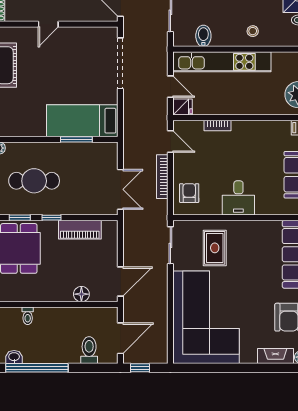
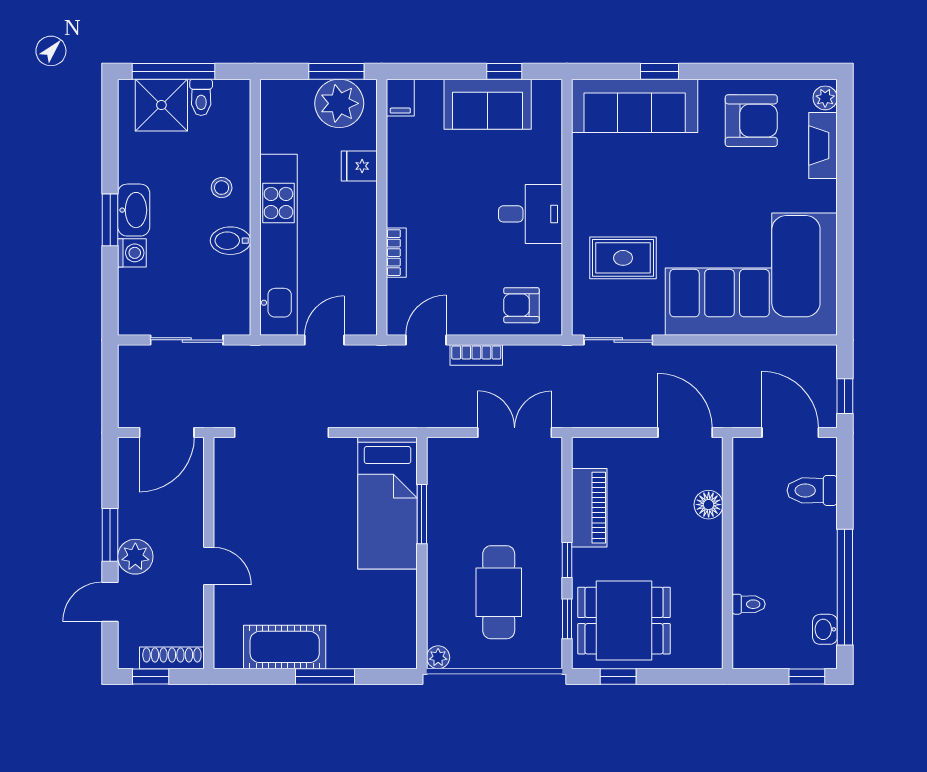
bidet: (203, 36) -> (230, 241), moved
fridge: (183, 107) -> (359, 166), moved, turned -90
bookcase: (162, 177) -> (476, 355), width x0.64

